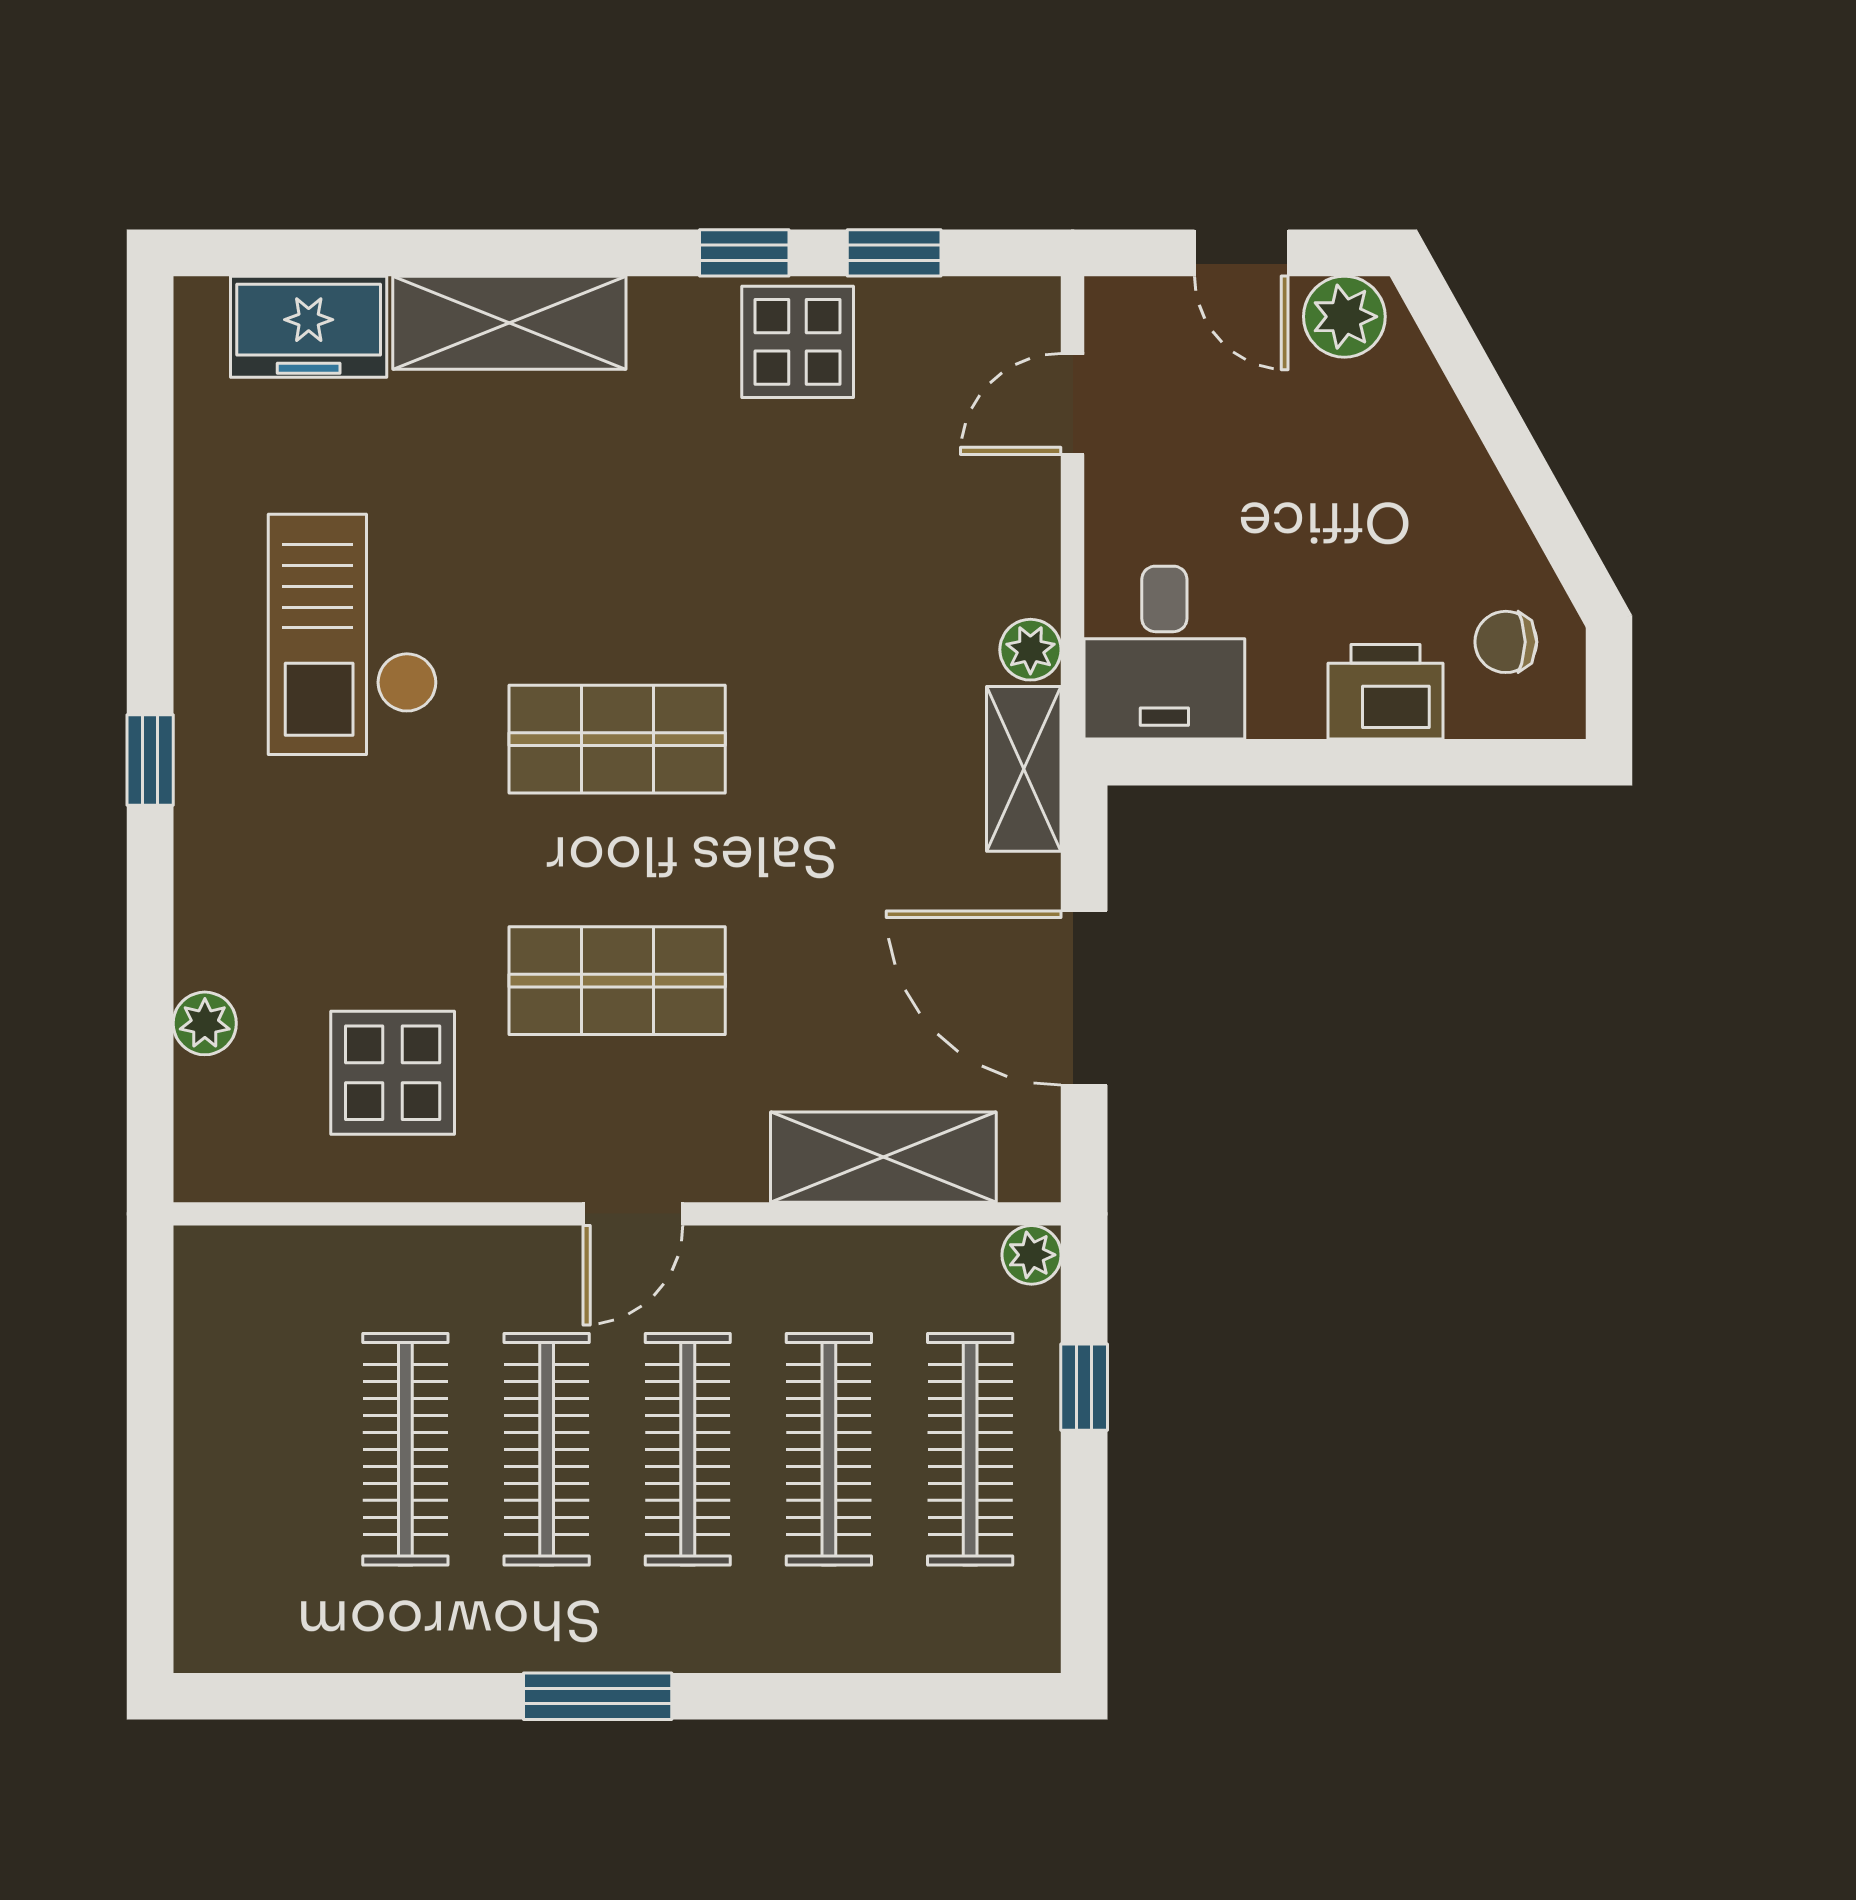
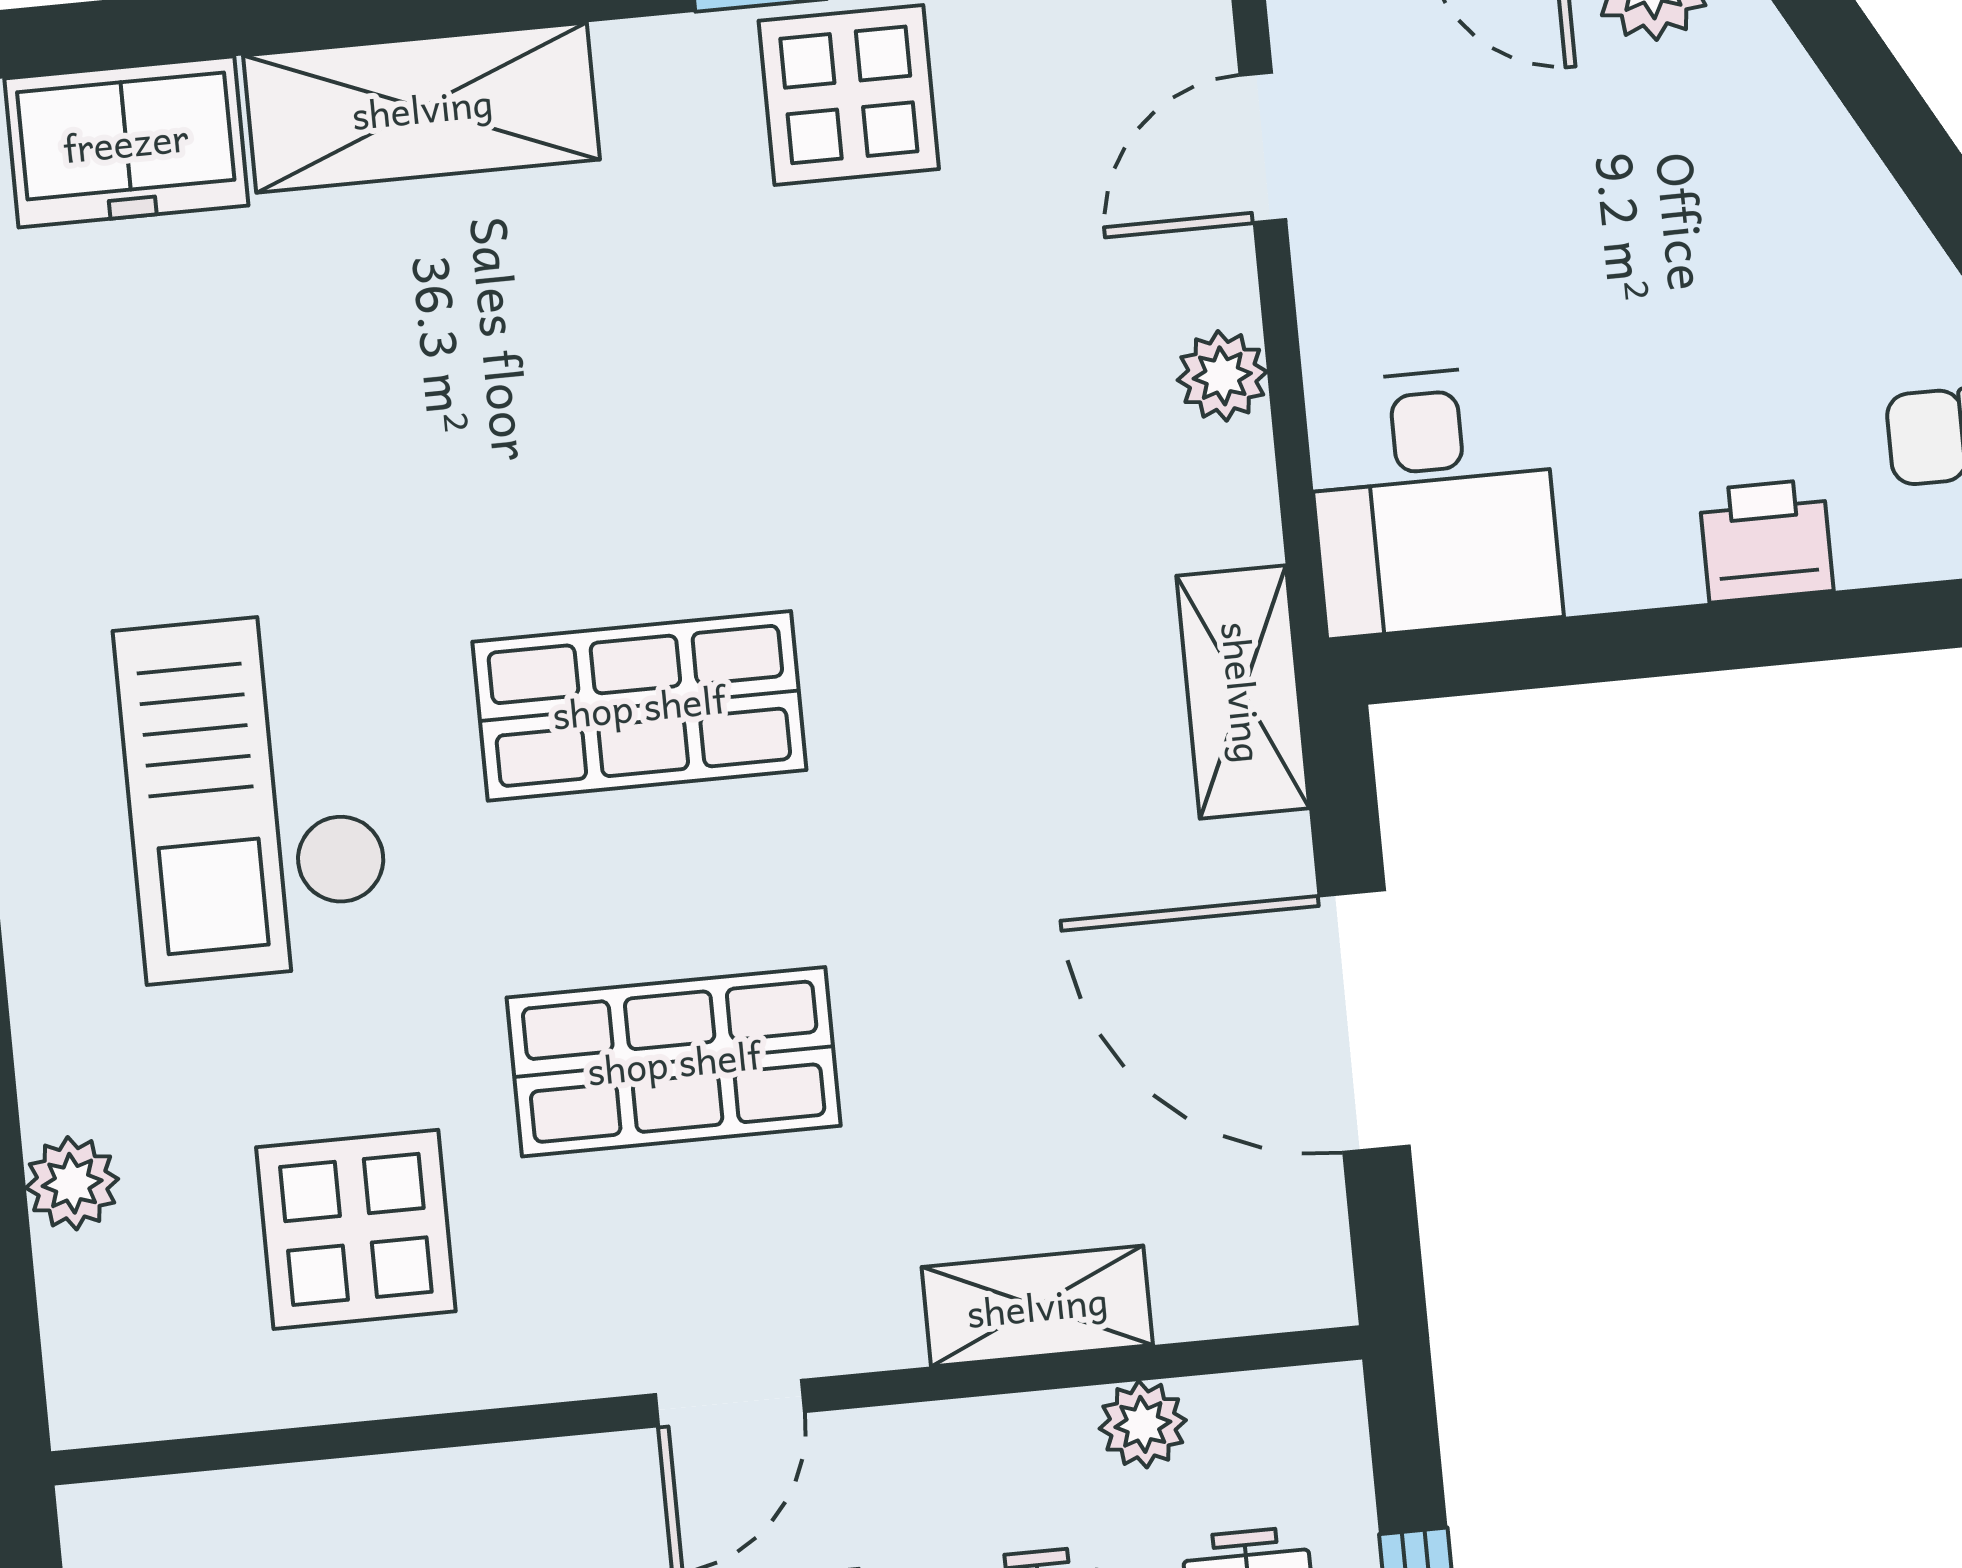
checkout: (353, 634) -> (254, 796), moved
plant: (1030, 650) -> (1222, 376), moved
printer: (1386, 692) -> (1766, 541), width x0.73, depth x0.81
shelving: (883, 1157) -> (1037, 1306), width x0.67, depth x0.75
plant: (1032, 1255) -> (1143, 1424), moved

